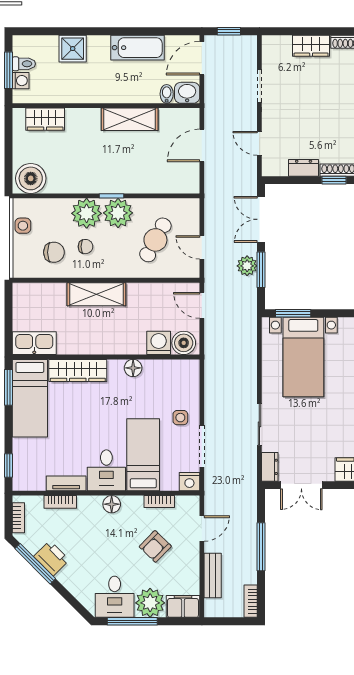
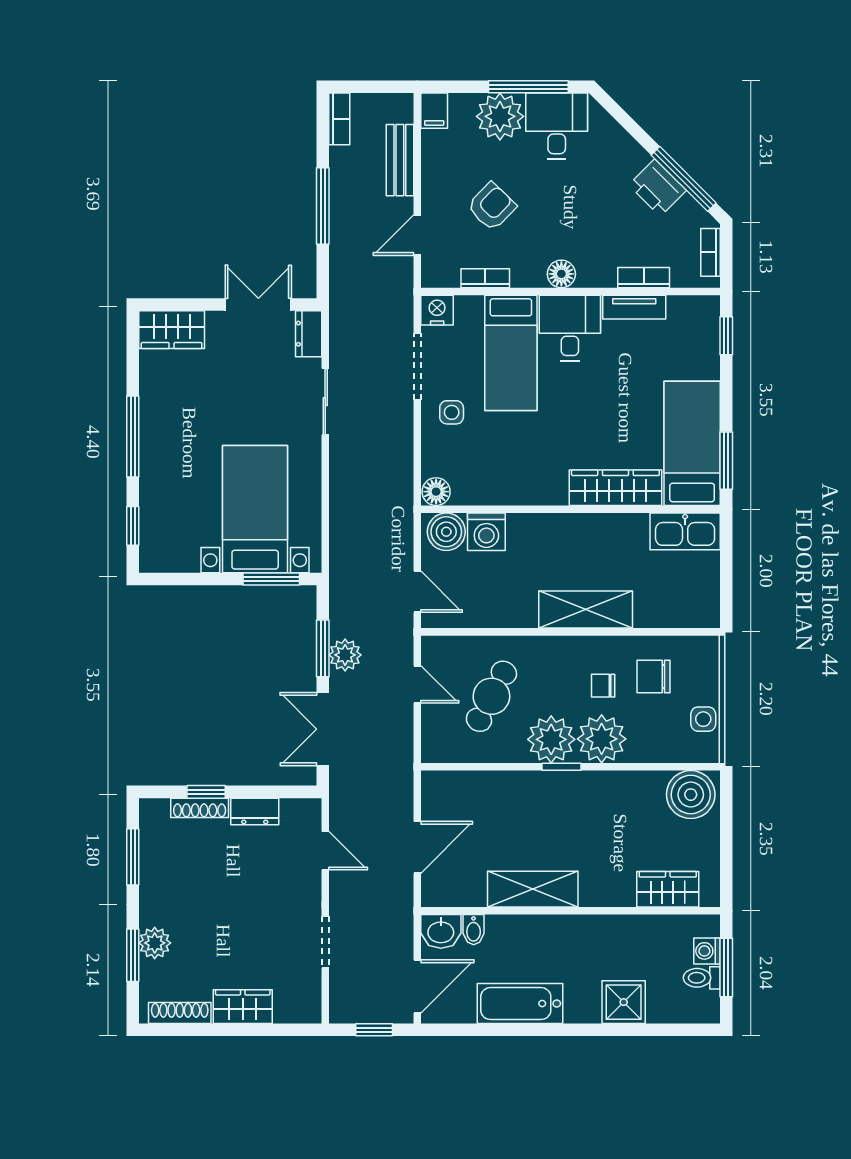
double door: (261, 219) -> (323, 729), swing flipped
floor lamp: (133, 368) -> (436, 492), moved
filing cabinet: (183, 606) -> (434, 111), width x0.50

